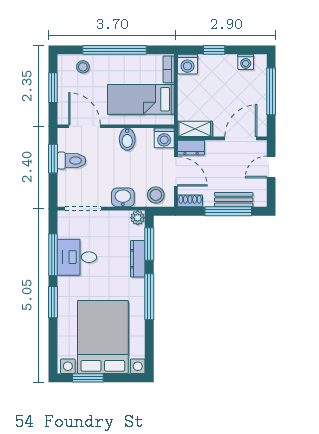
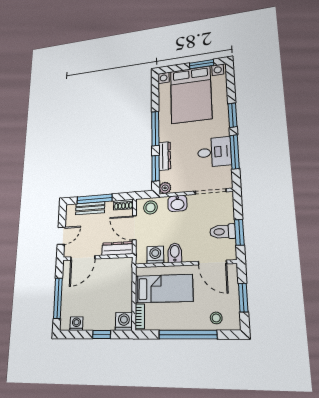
shelving: (195, 129) -> (119, 264), removed
washing machine: (164, 138) -> (155, 255), moved
dresser: (191, 148) -> (117, 248), width x1.44

